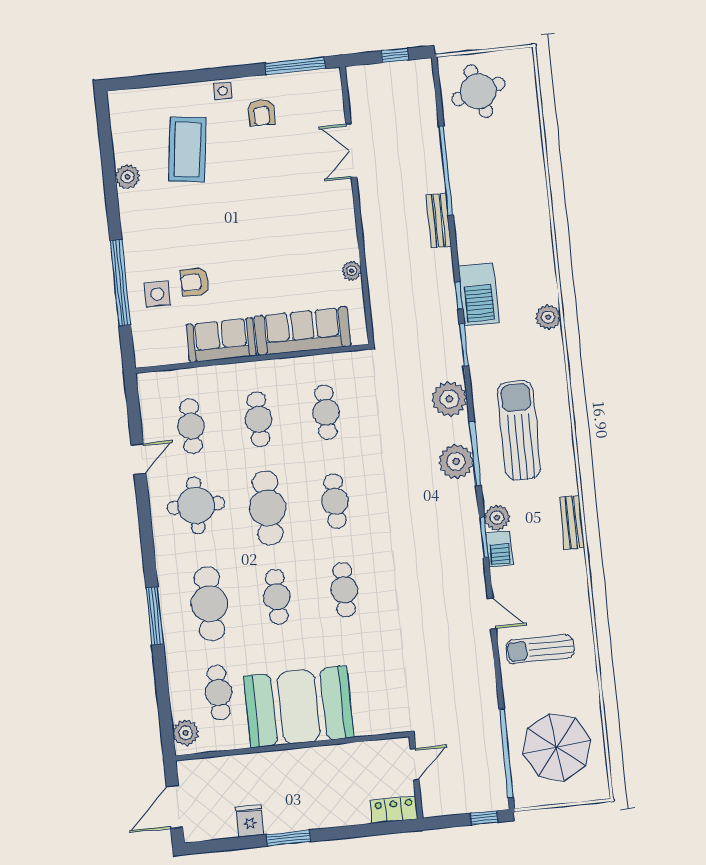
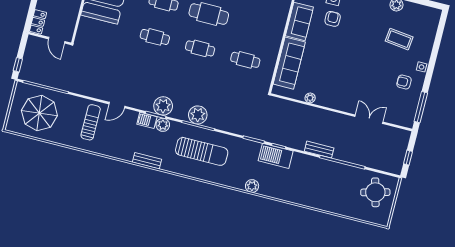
coffee table: (187, 150) -> (399, 39), width x0.73, depth x0.76
plant: (449, 399) -> (163, 106), moved
cafe table: (258, 419) -> (254, 25), removed

